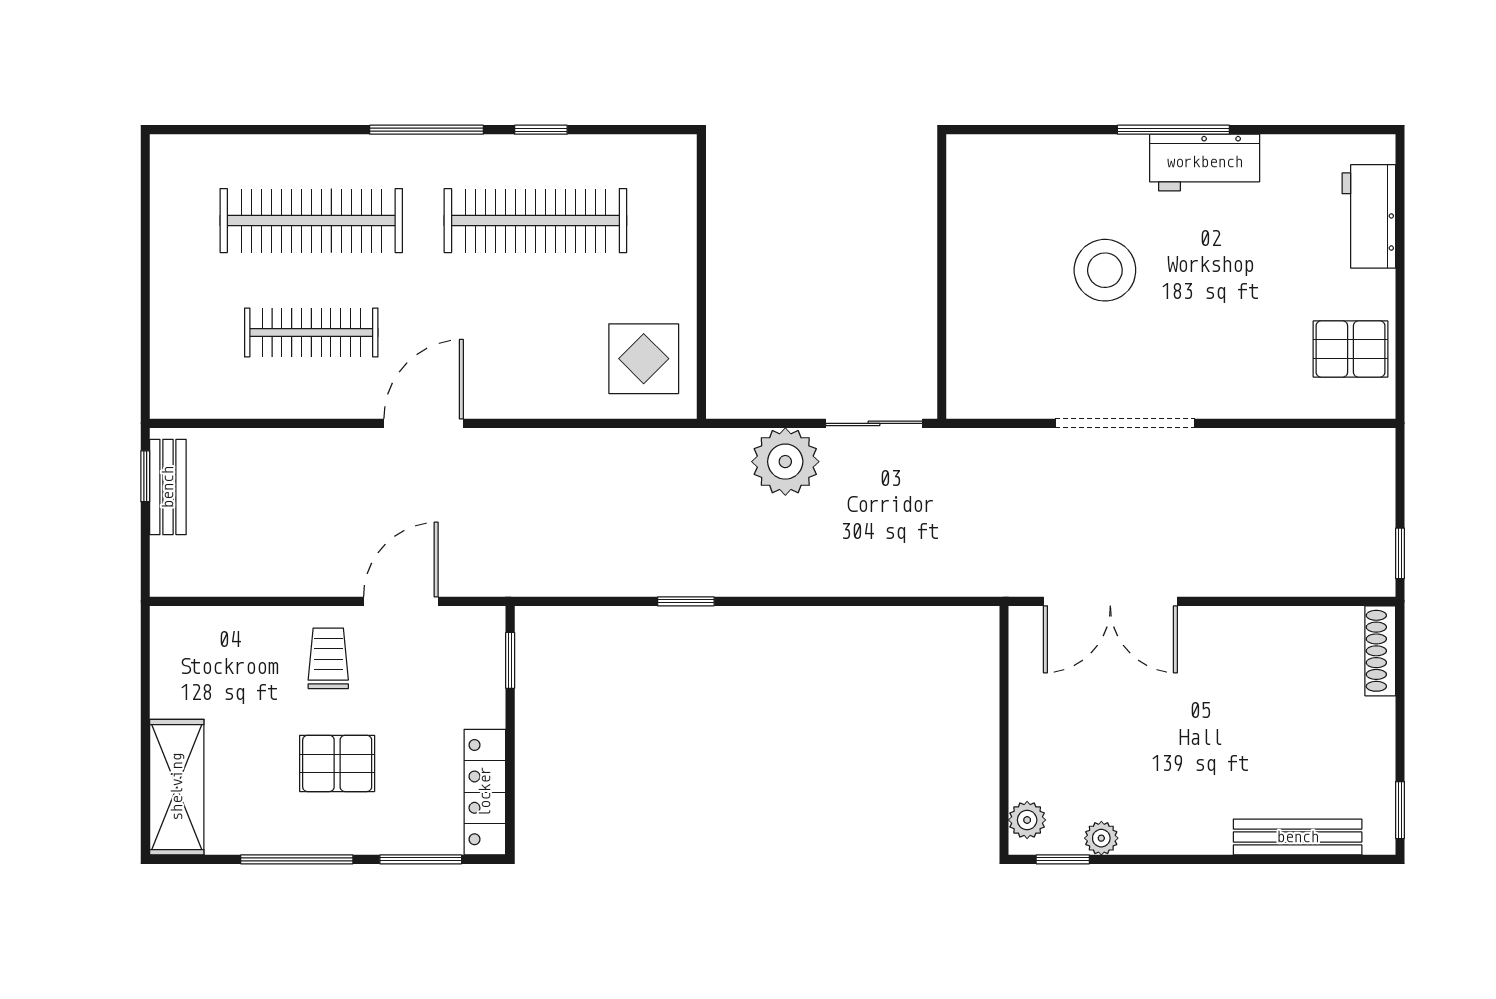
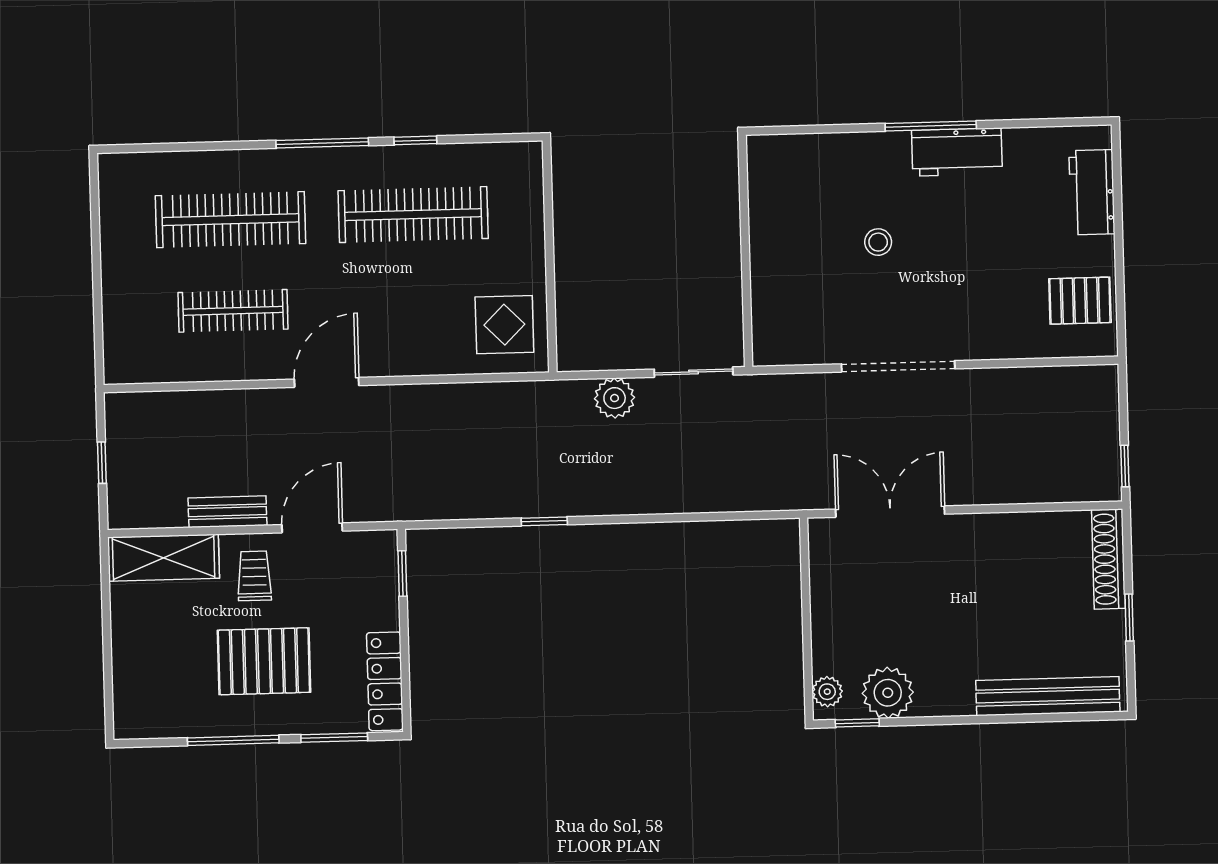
stool: (1105, 270) -> (878, 242), width x0.53, depth x0.53
plant: (785, 462) -> (615, 398), width x0.73, depth x0.73
window: (145, 476) -> (102, 463), moved
bench: (168, 487) -> (227, 512), moved, turned 90
double door: (1110, 601) -> (890, 512), swing flipped
shoe rack: (1380, 651) -> (1108, 559), width x1.36, depth x1.24
pallet: (337, 763) -> (264, 661), width x1.50, depth x1.42
shelving: (177, 787) -> (164, 558), moved, turned 90
window: (1400, 810) -> (1129, 618), moved
bench: (1298, 837) -> (1048, 696), width x1.37, depth x1.21
plant: (1101, 838) -> (888, 693), width x1.87, depth x1.87

